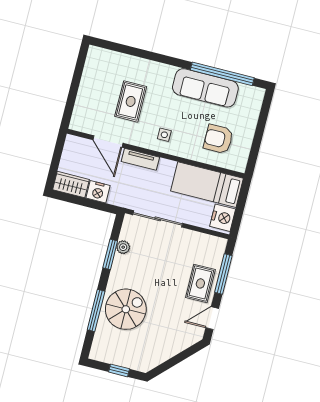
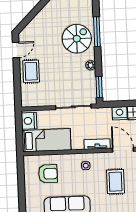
plant: (123, 247) -> (91, 65), moved
window: (110, 254) -> (99, 87), moved
window: (223, 274) -> (17, 83), removed
spiral stairs: (126, 309) -> (77, 39), turned 180

